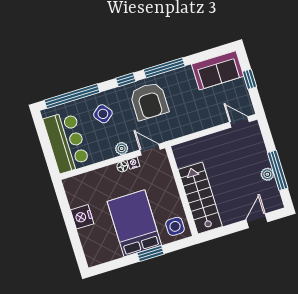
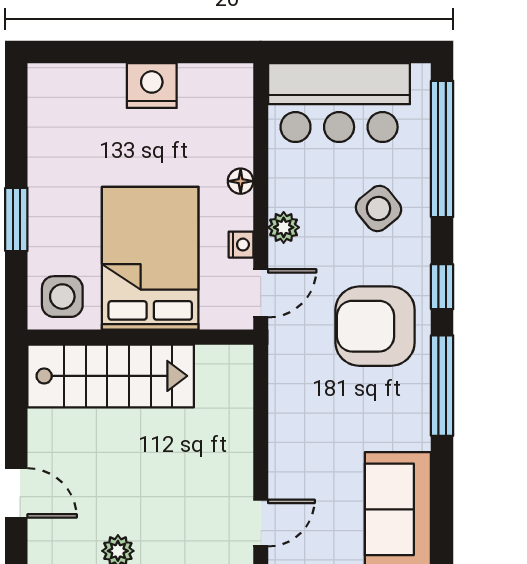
floor lamp: (122, 167) -> (241, 181), moved
bed: (134, 223) -> (150, 258), moved, turned -90

